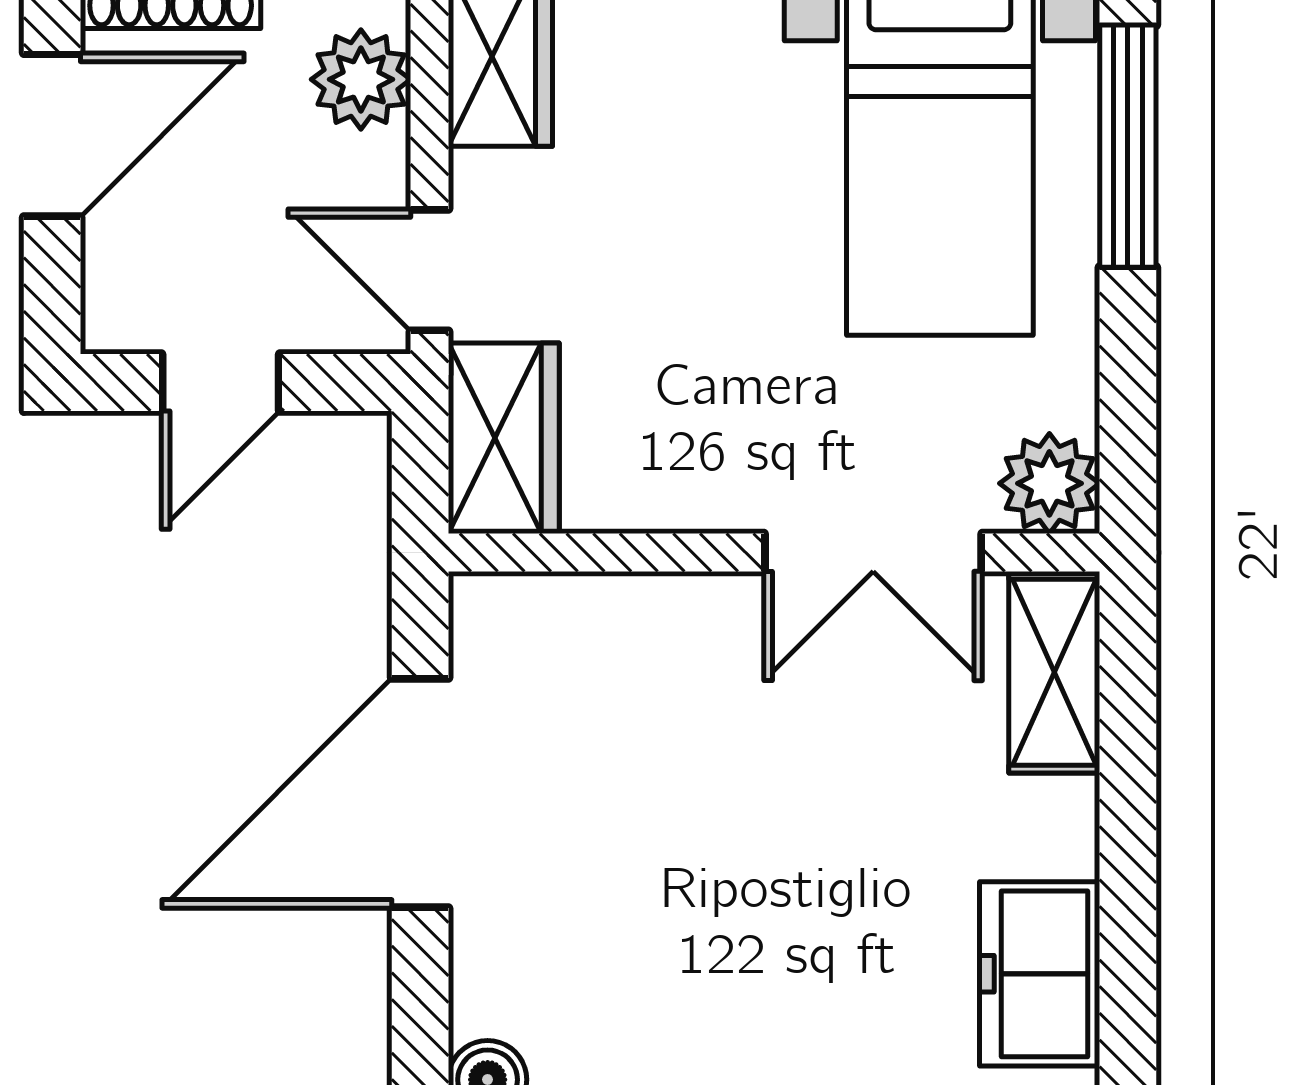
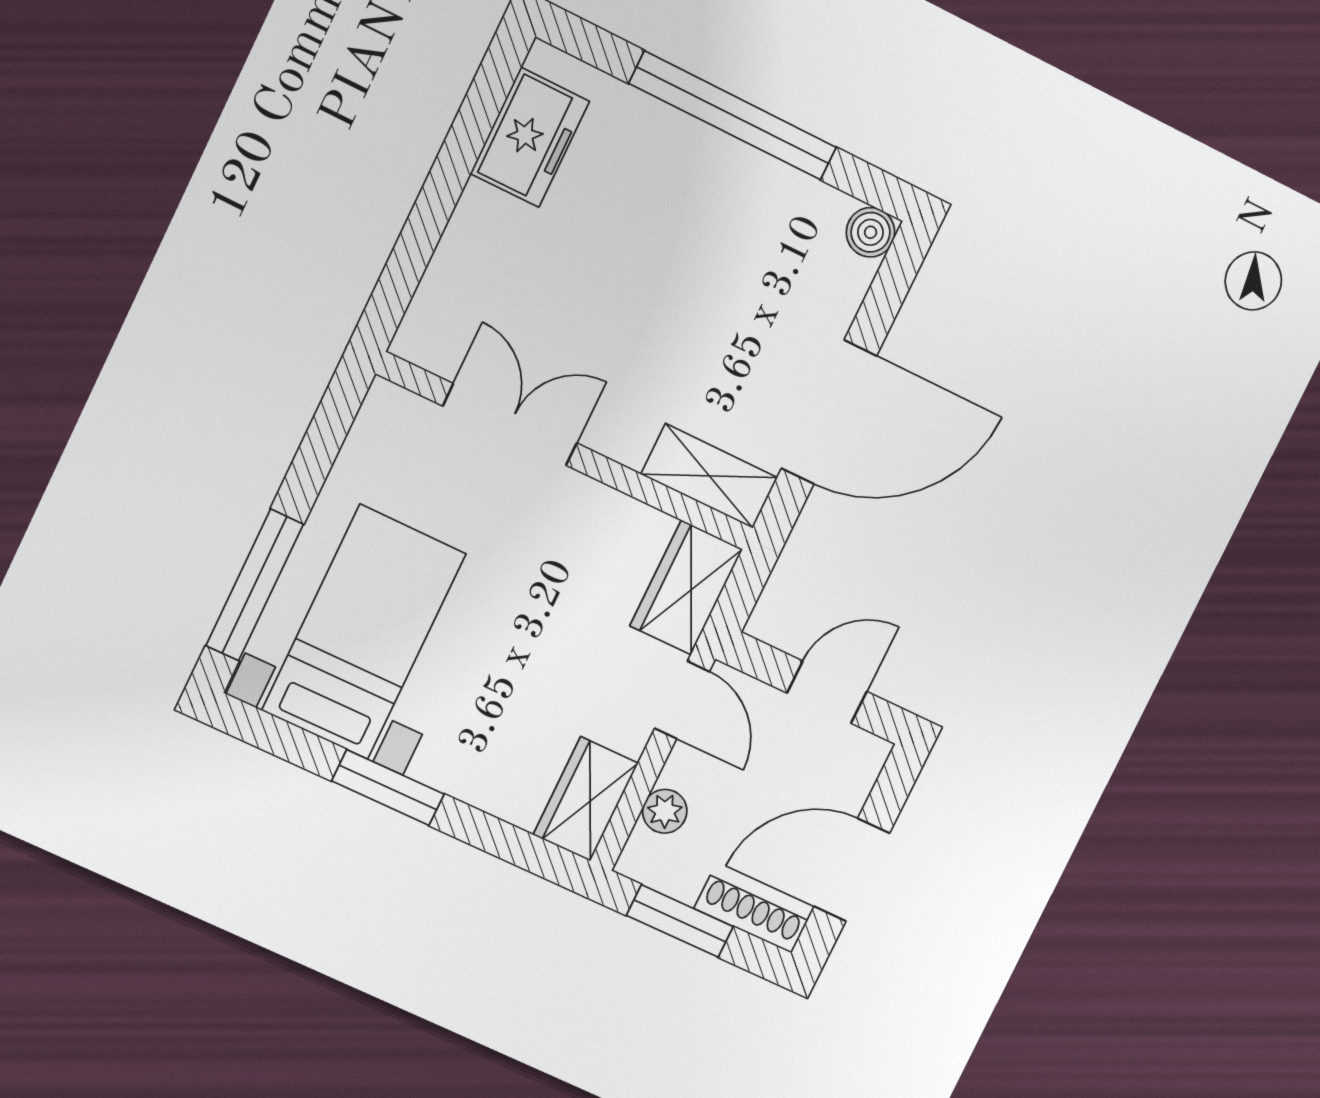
plant: (361, 79) -> (665, 811), width x0.73, depth x0.73
plant: (1049, 483) -> (390, 415), removed
shelving: (1054, 672) -> (709, 476), moved, turned 90

